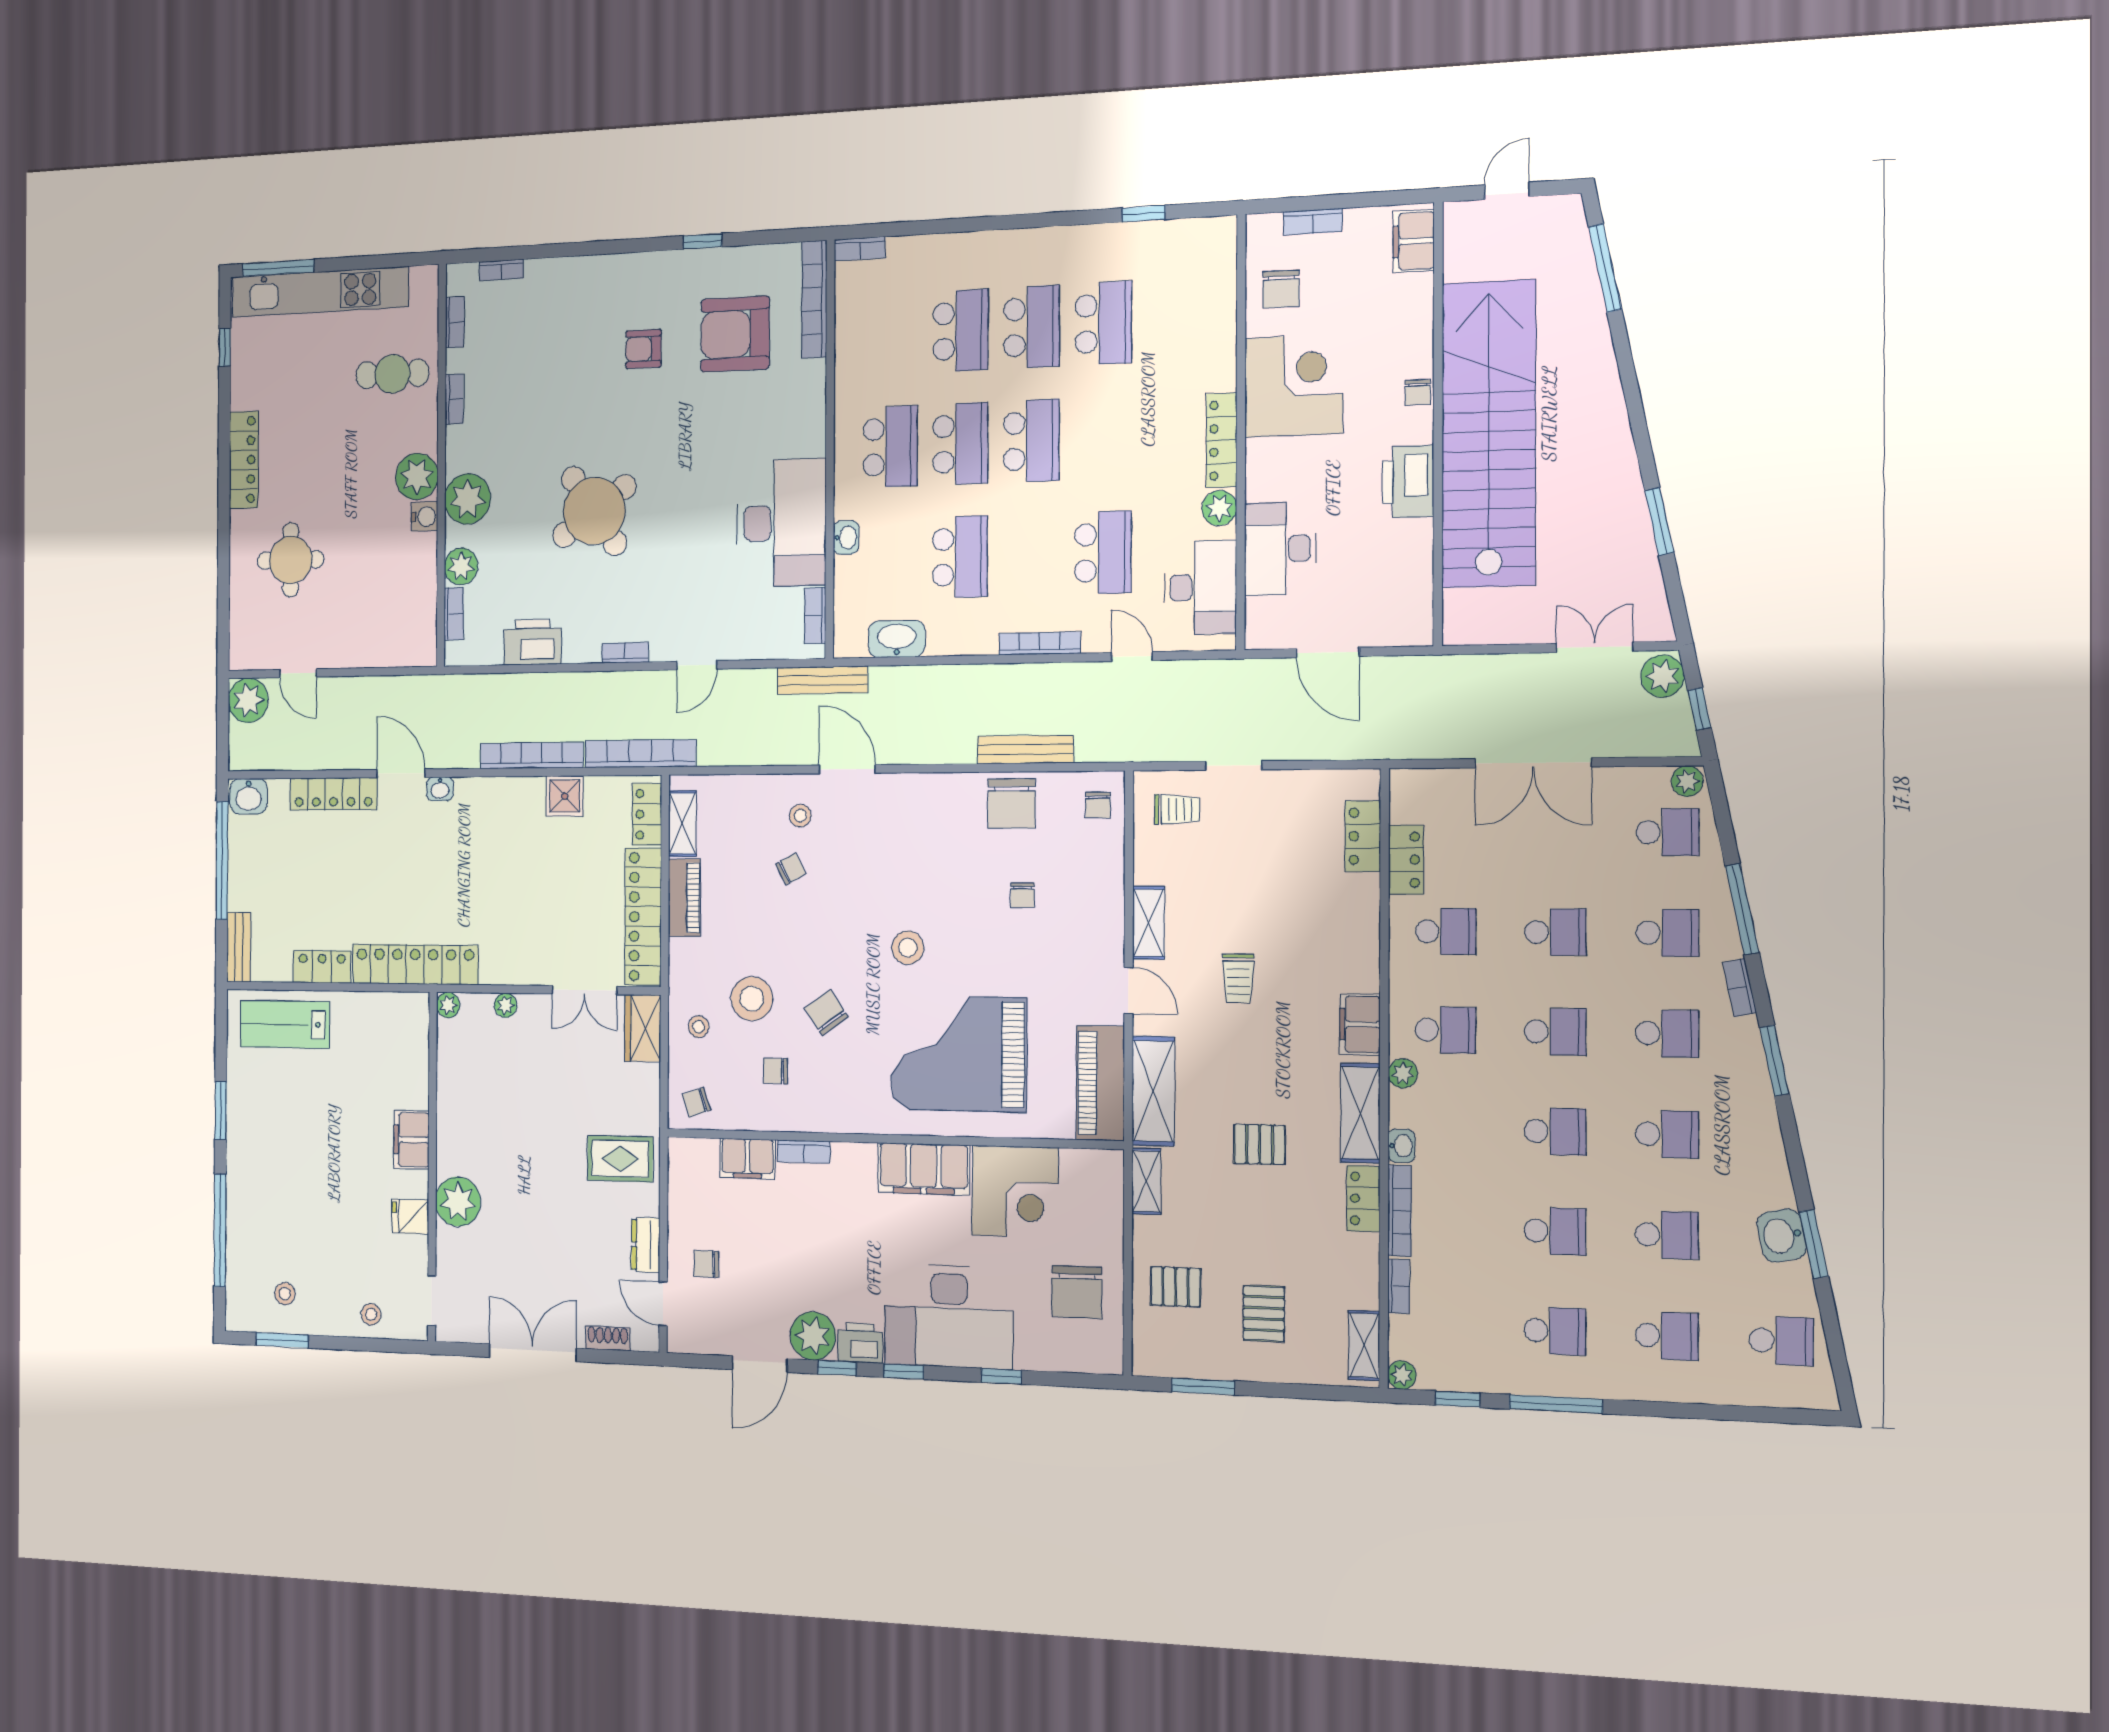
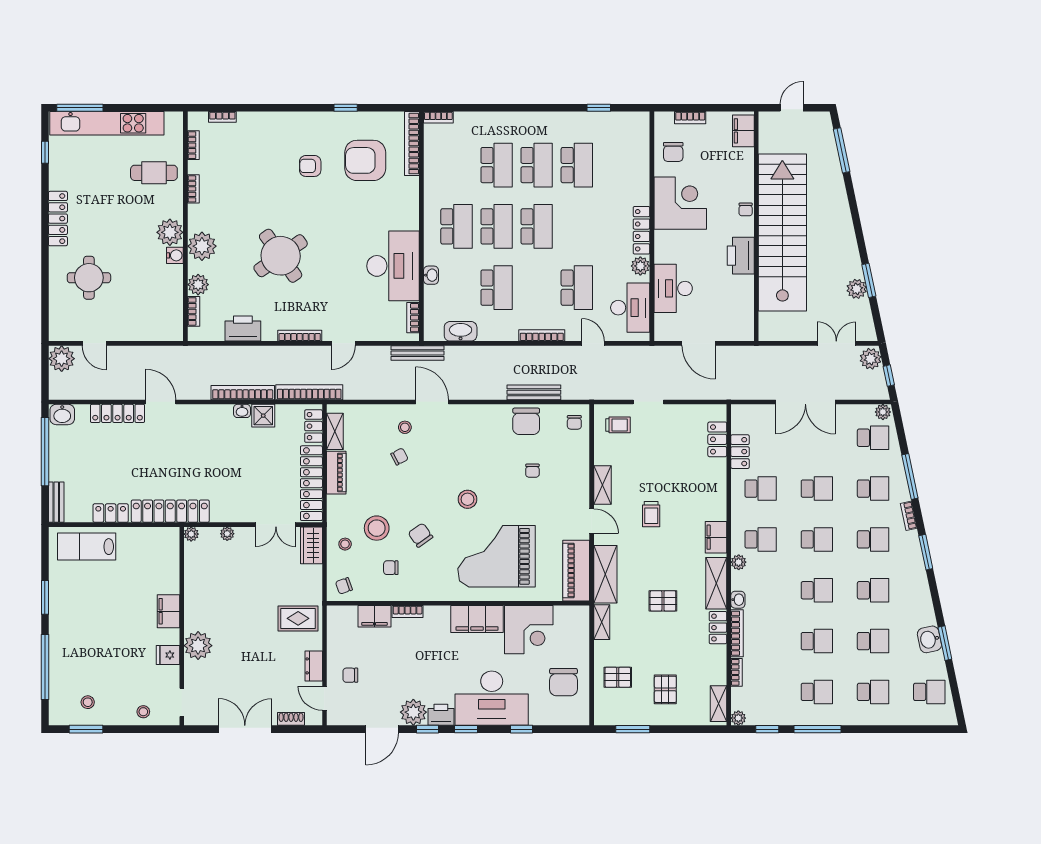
plant: (1635, 539) -> (857, 289), added
bookcase: (625, 653) -> (300, 336), width x1.56
washbasin: (440, 789) -> (242, 411), moved

